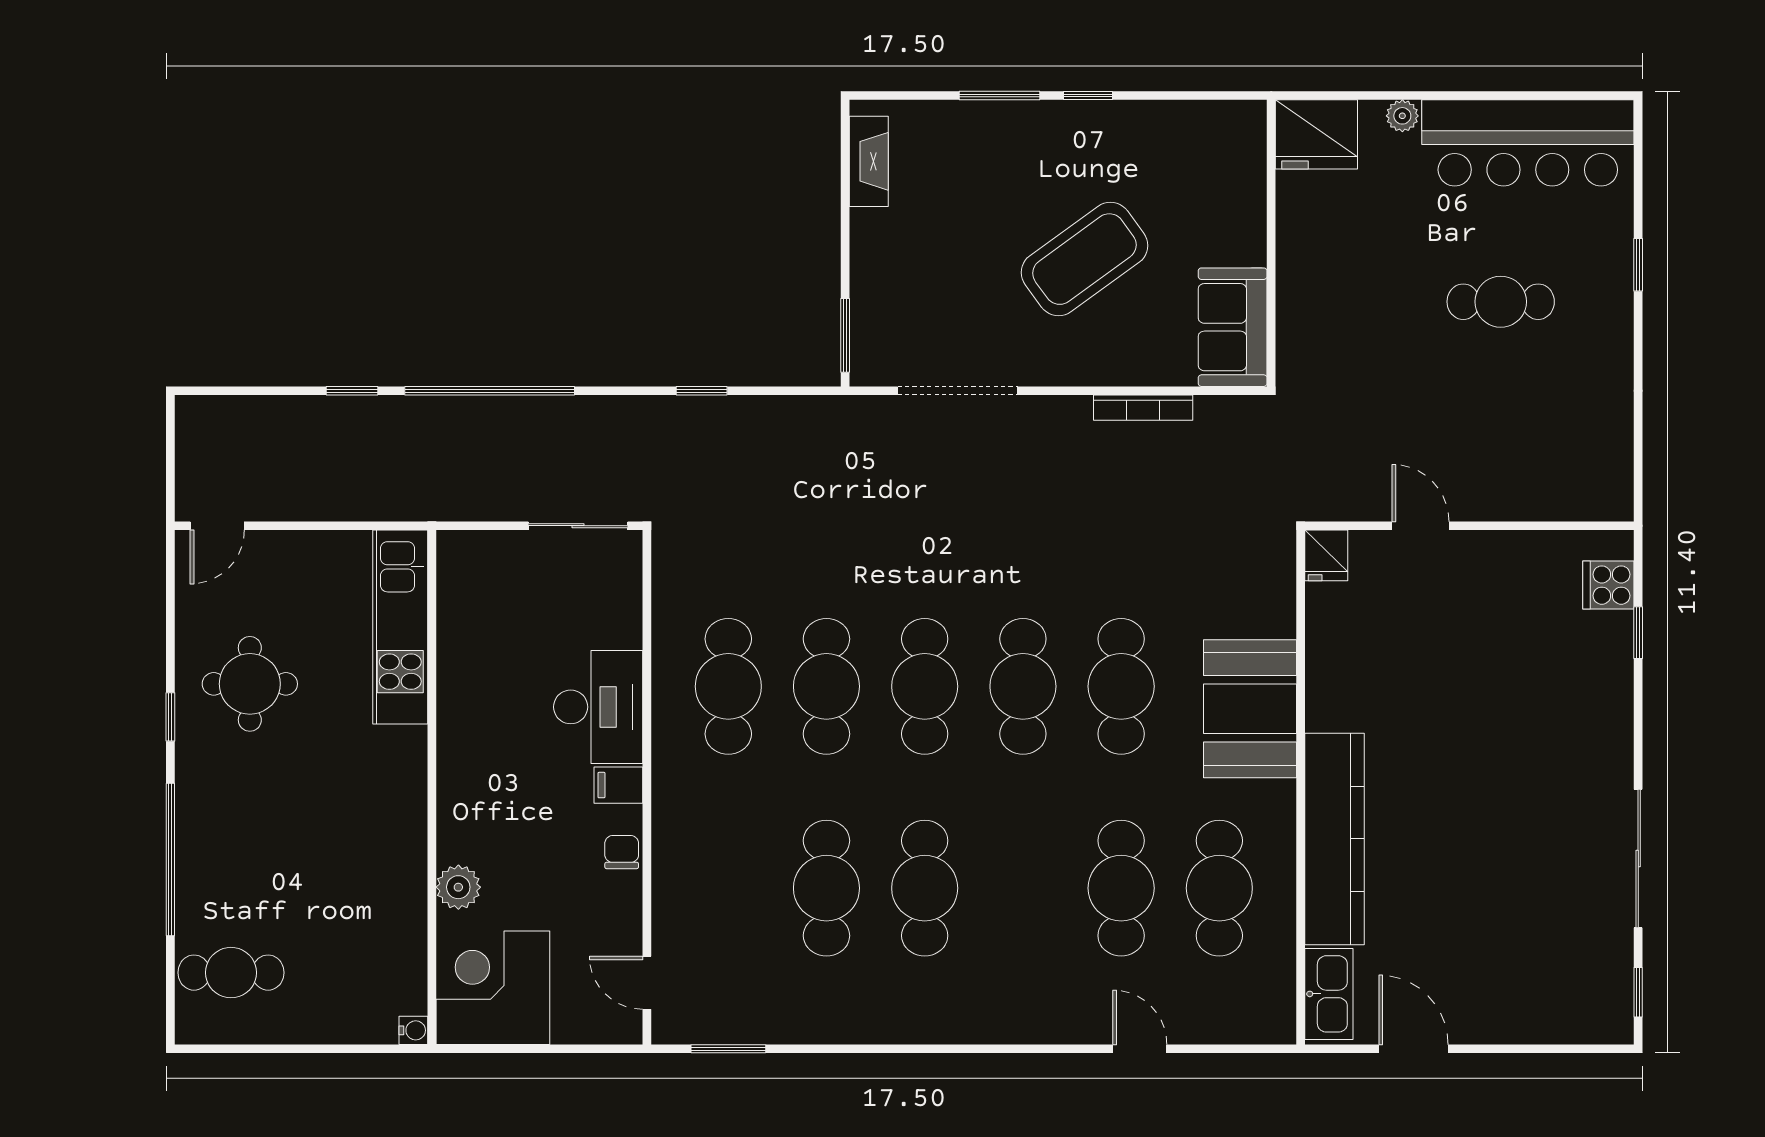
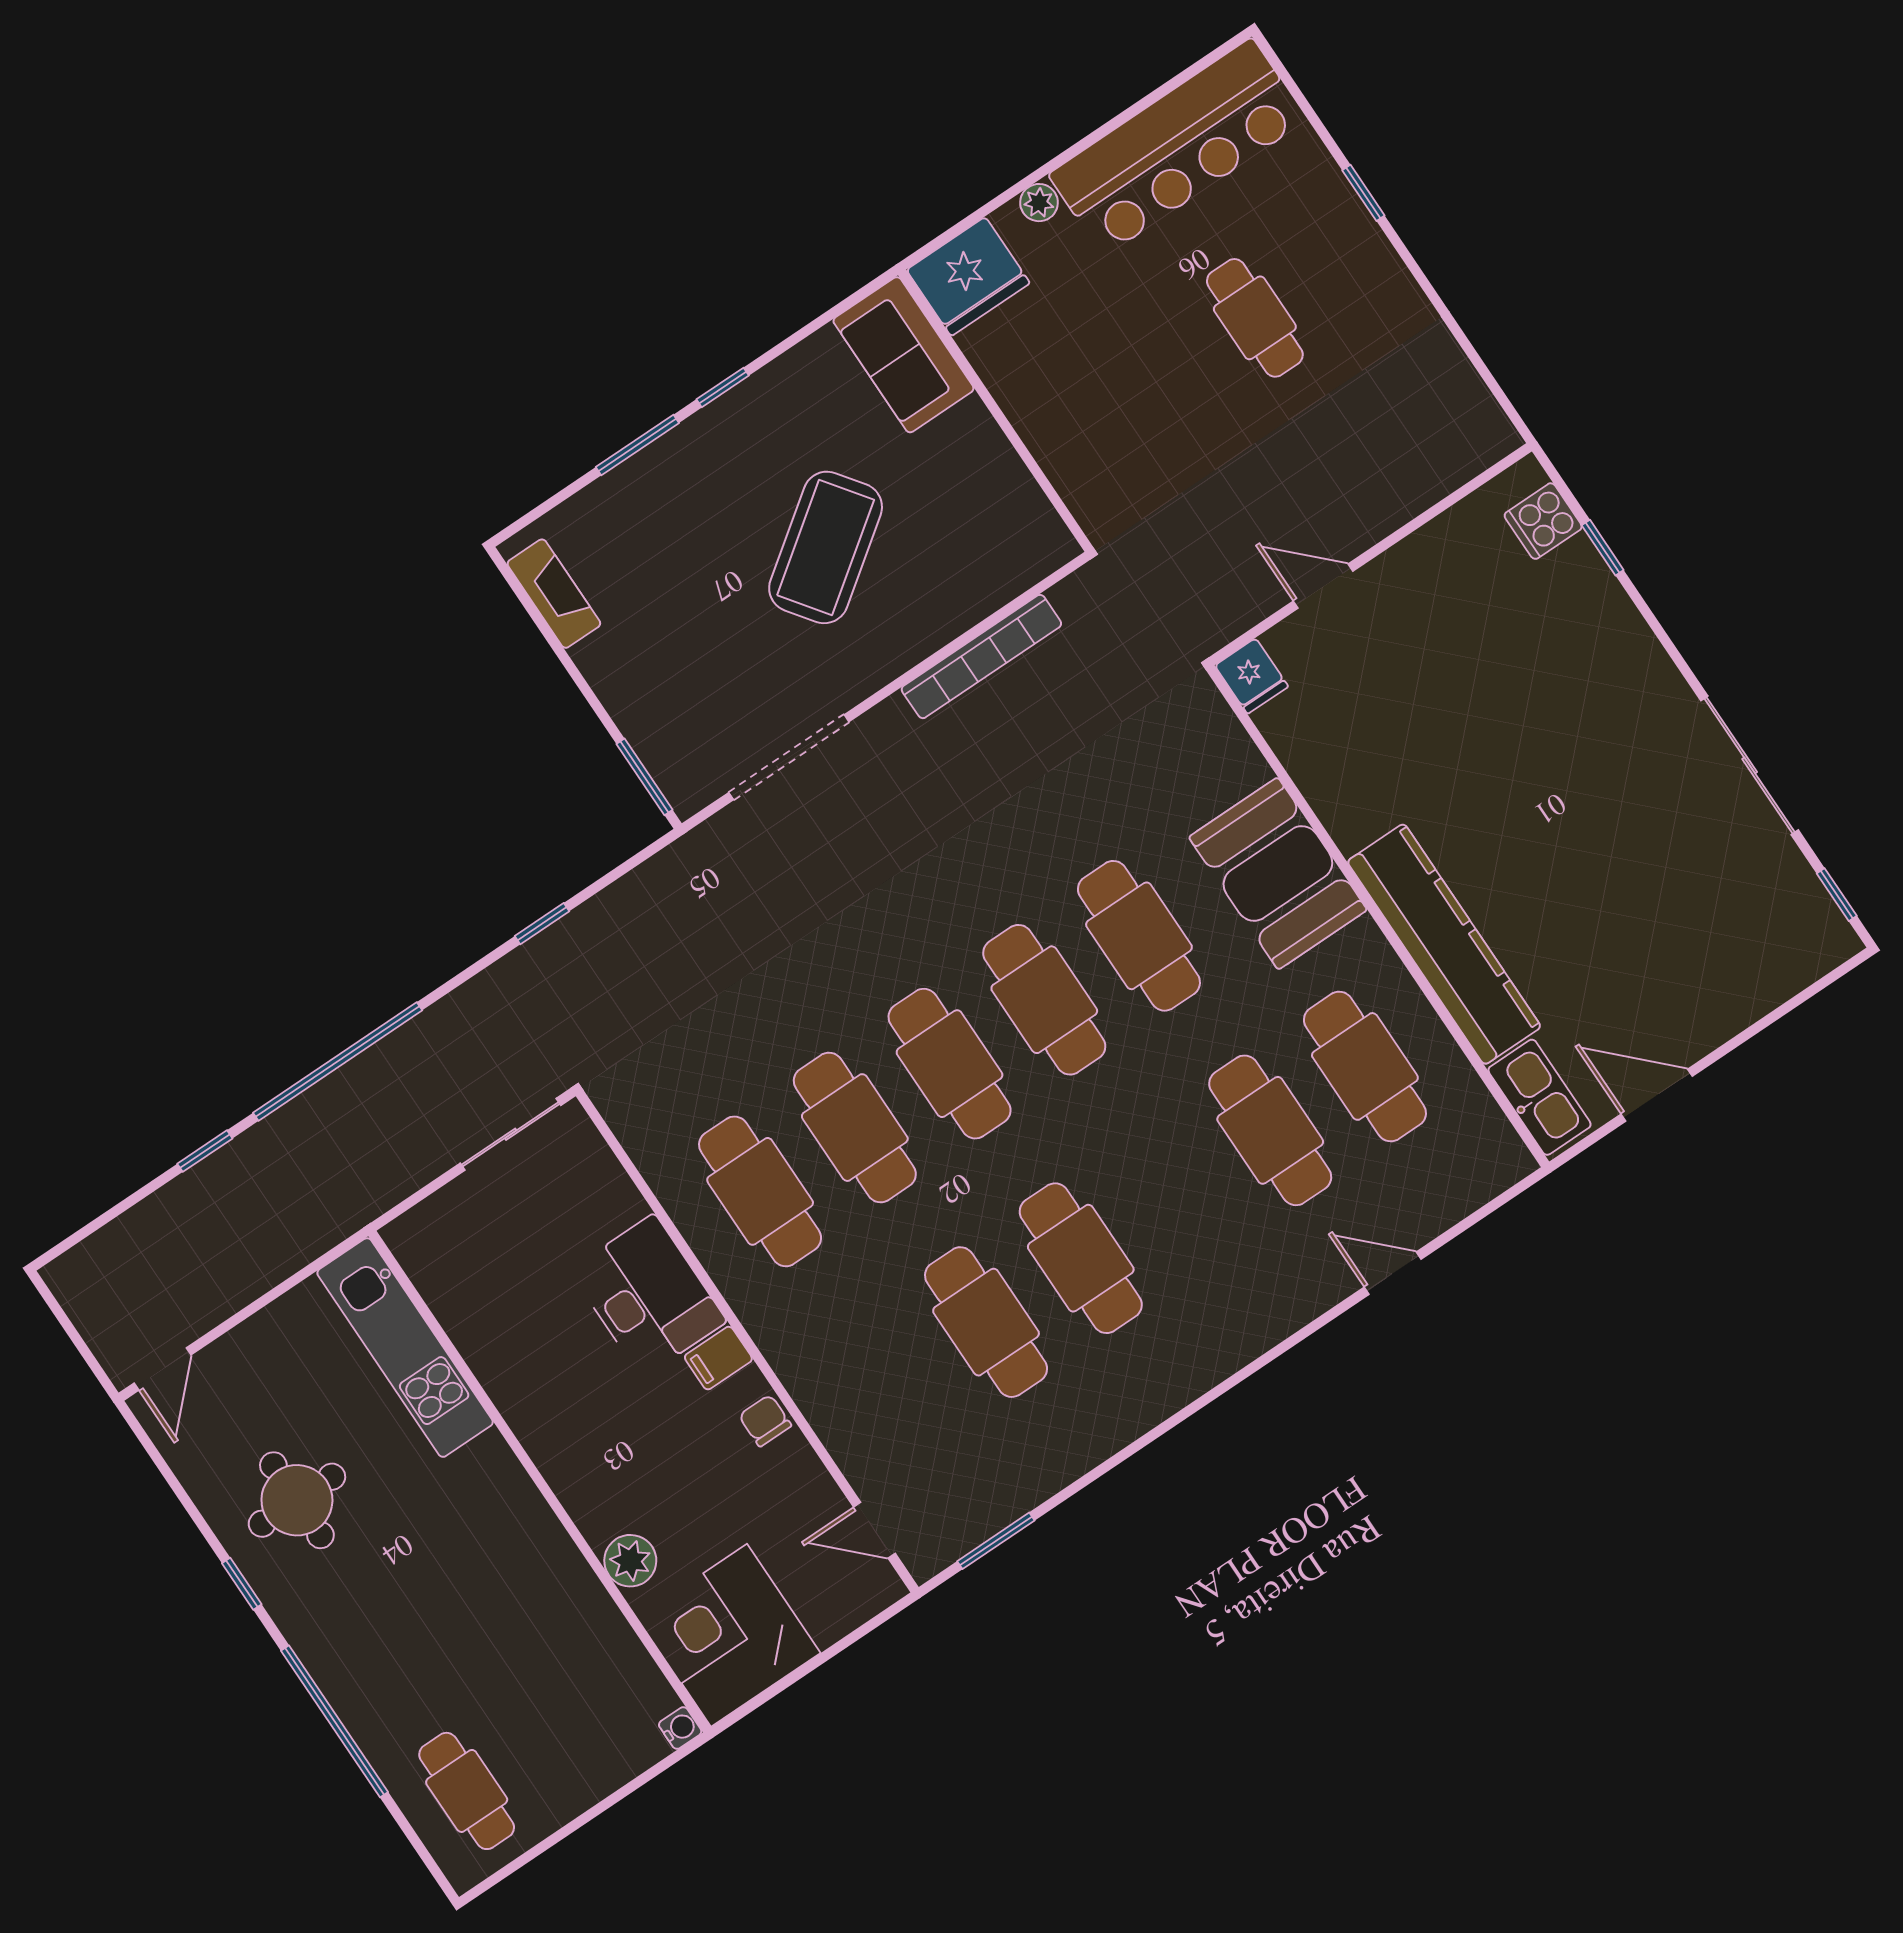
cafe table: (1501, 302) -> (1255, 318), turned 90
sofa: (1233, 327) -> (903, 355), moved
bookcase: (1143, 408) -> (981, 656), width x1.48, depth x1.31
cafe table: (231, 973) -> (467, 1791), turned 90

